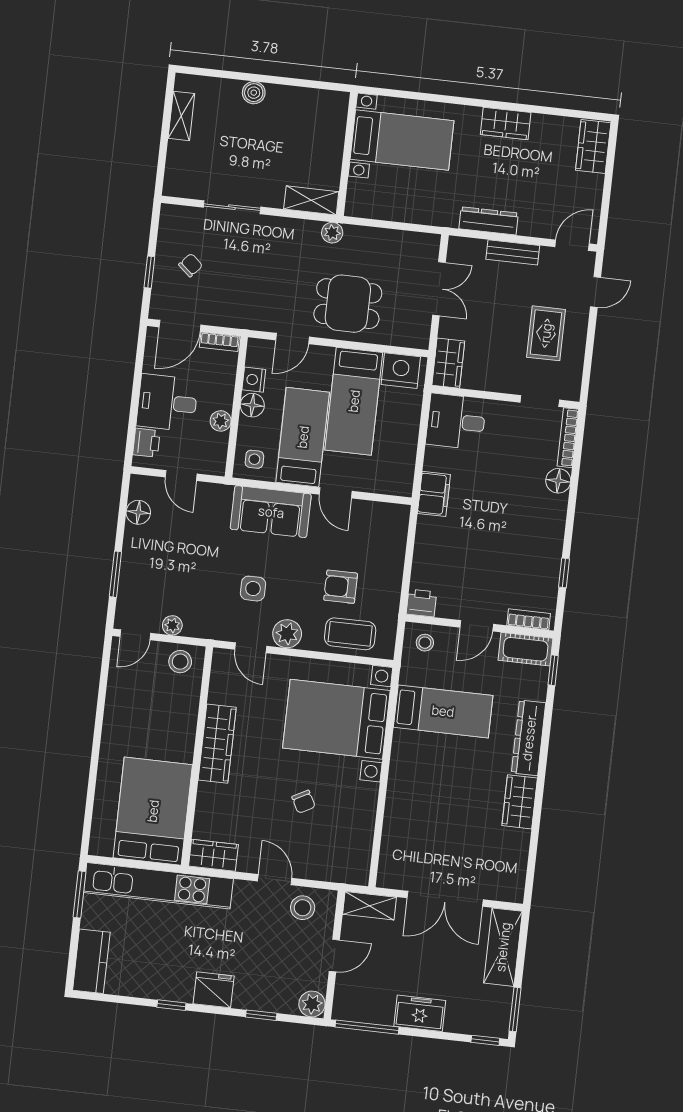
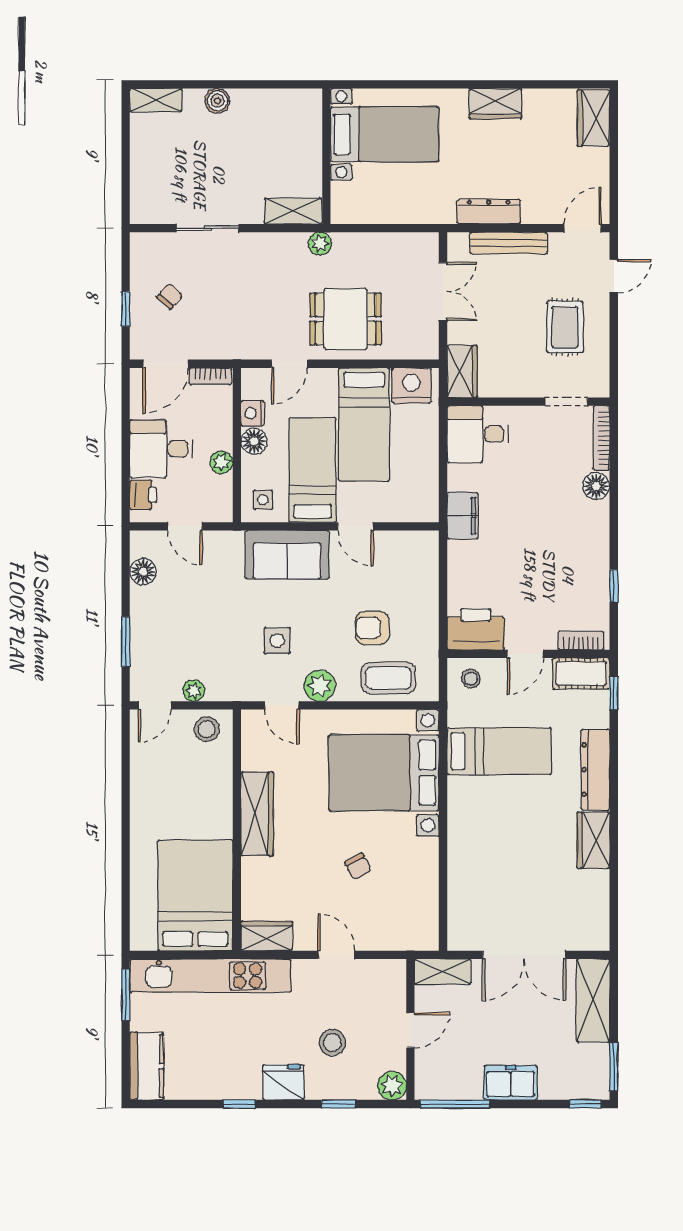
shelving: (181, 116) -> (156, 100), moved, turned 90
bench: (513, 252) -> (508, 243), width x1.36
printer: (421, 603) -> (476, 629), width x1.87, depth x1.48
stool: (303, 908) -> (332, 1043), moved

